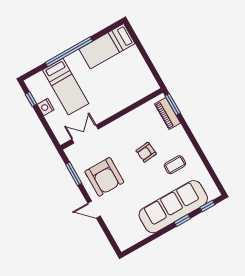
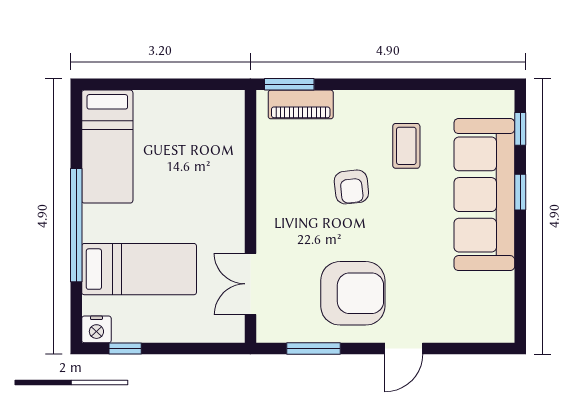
nightstand: (46, 107) -> (96, 329), moved

